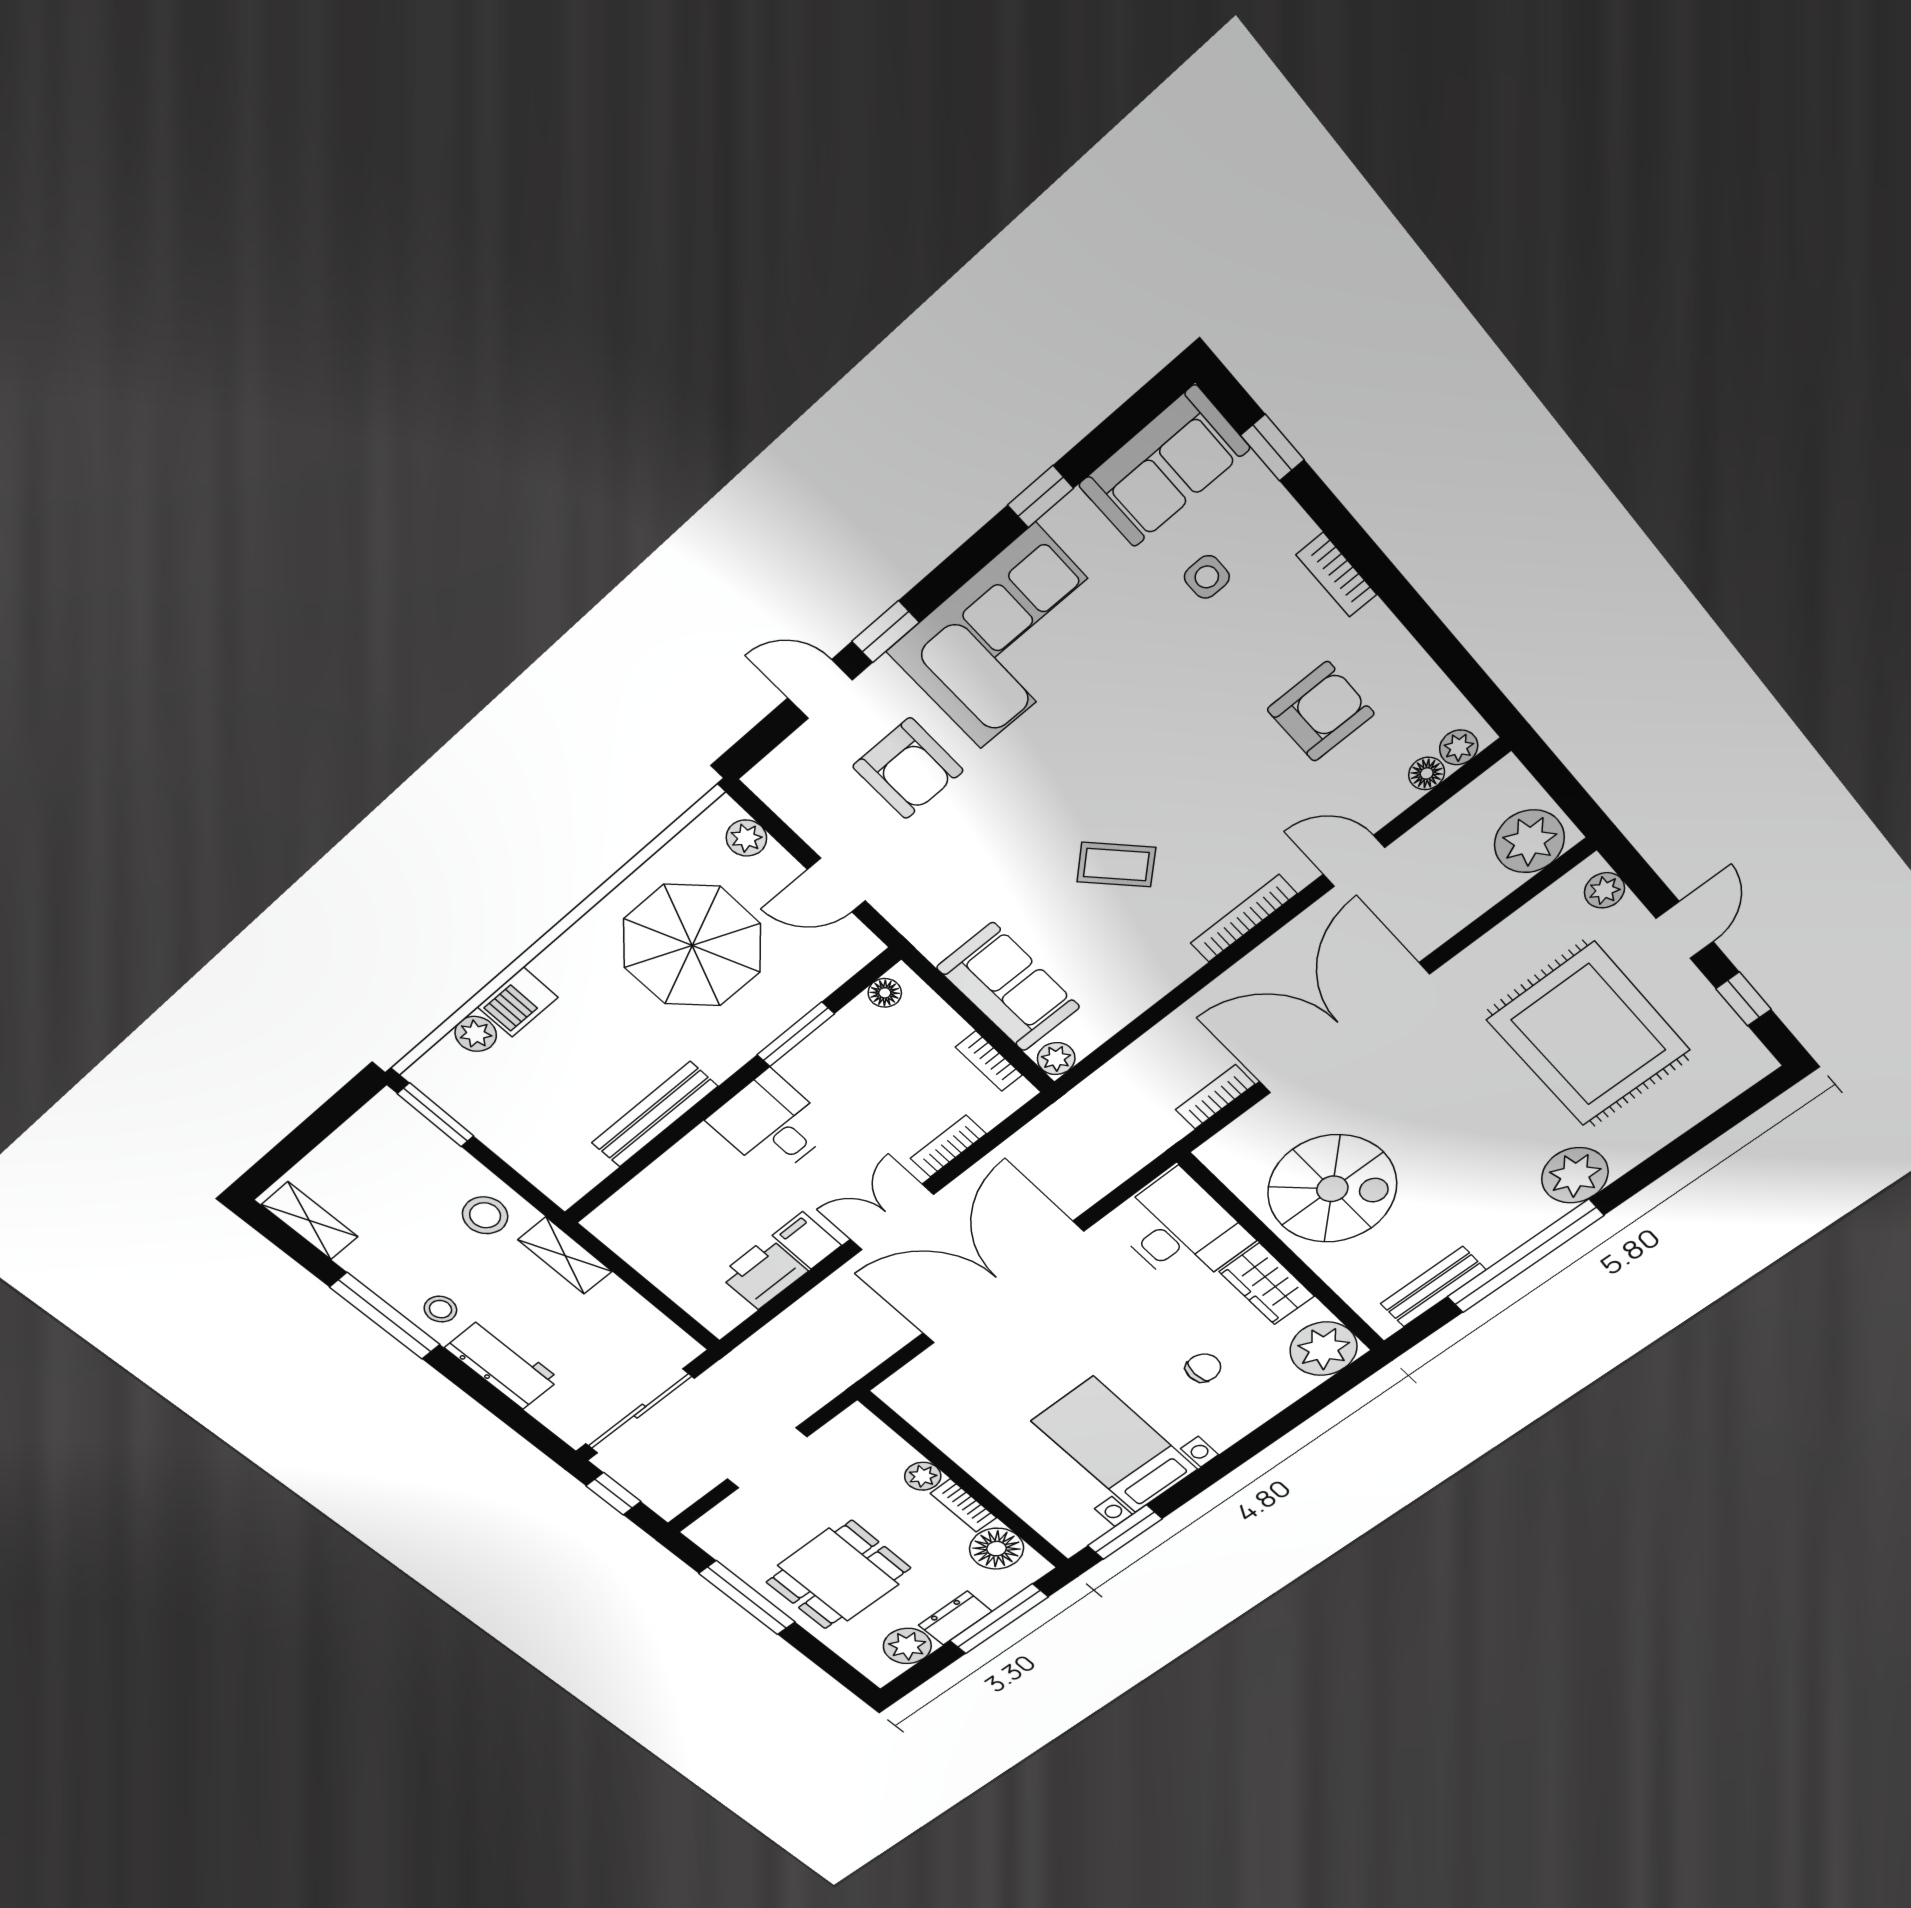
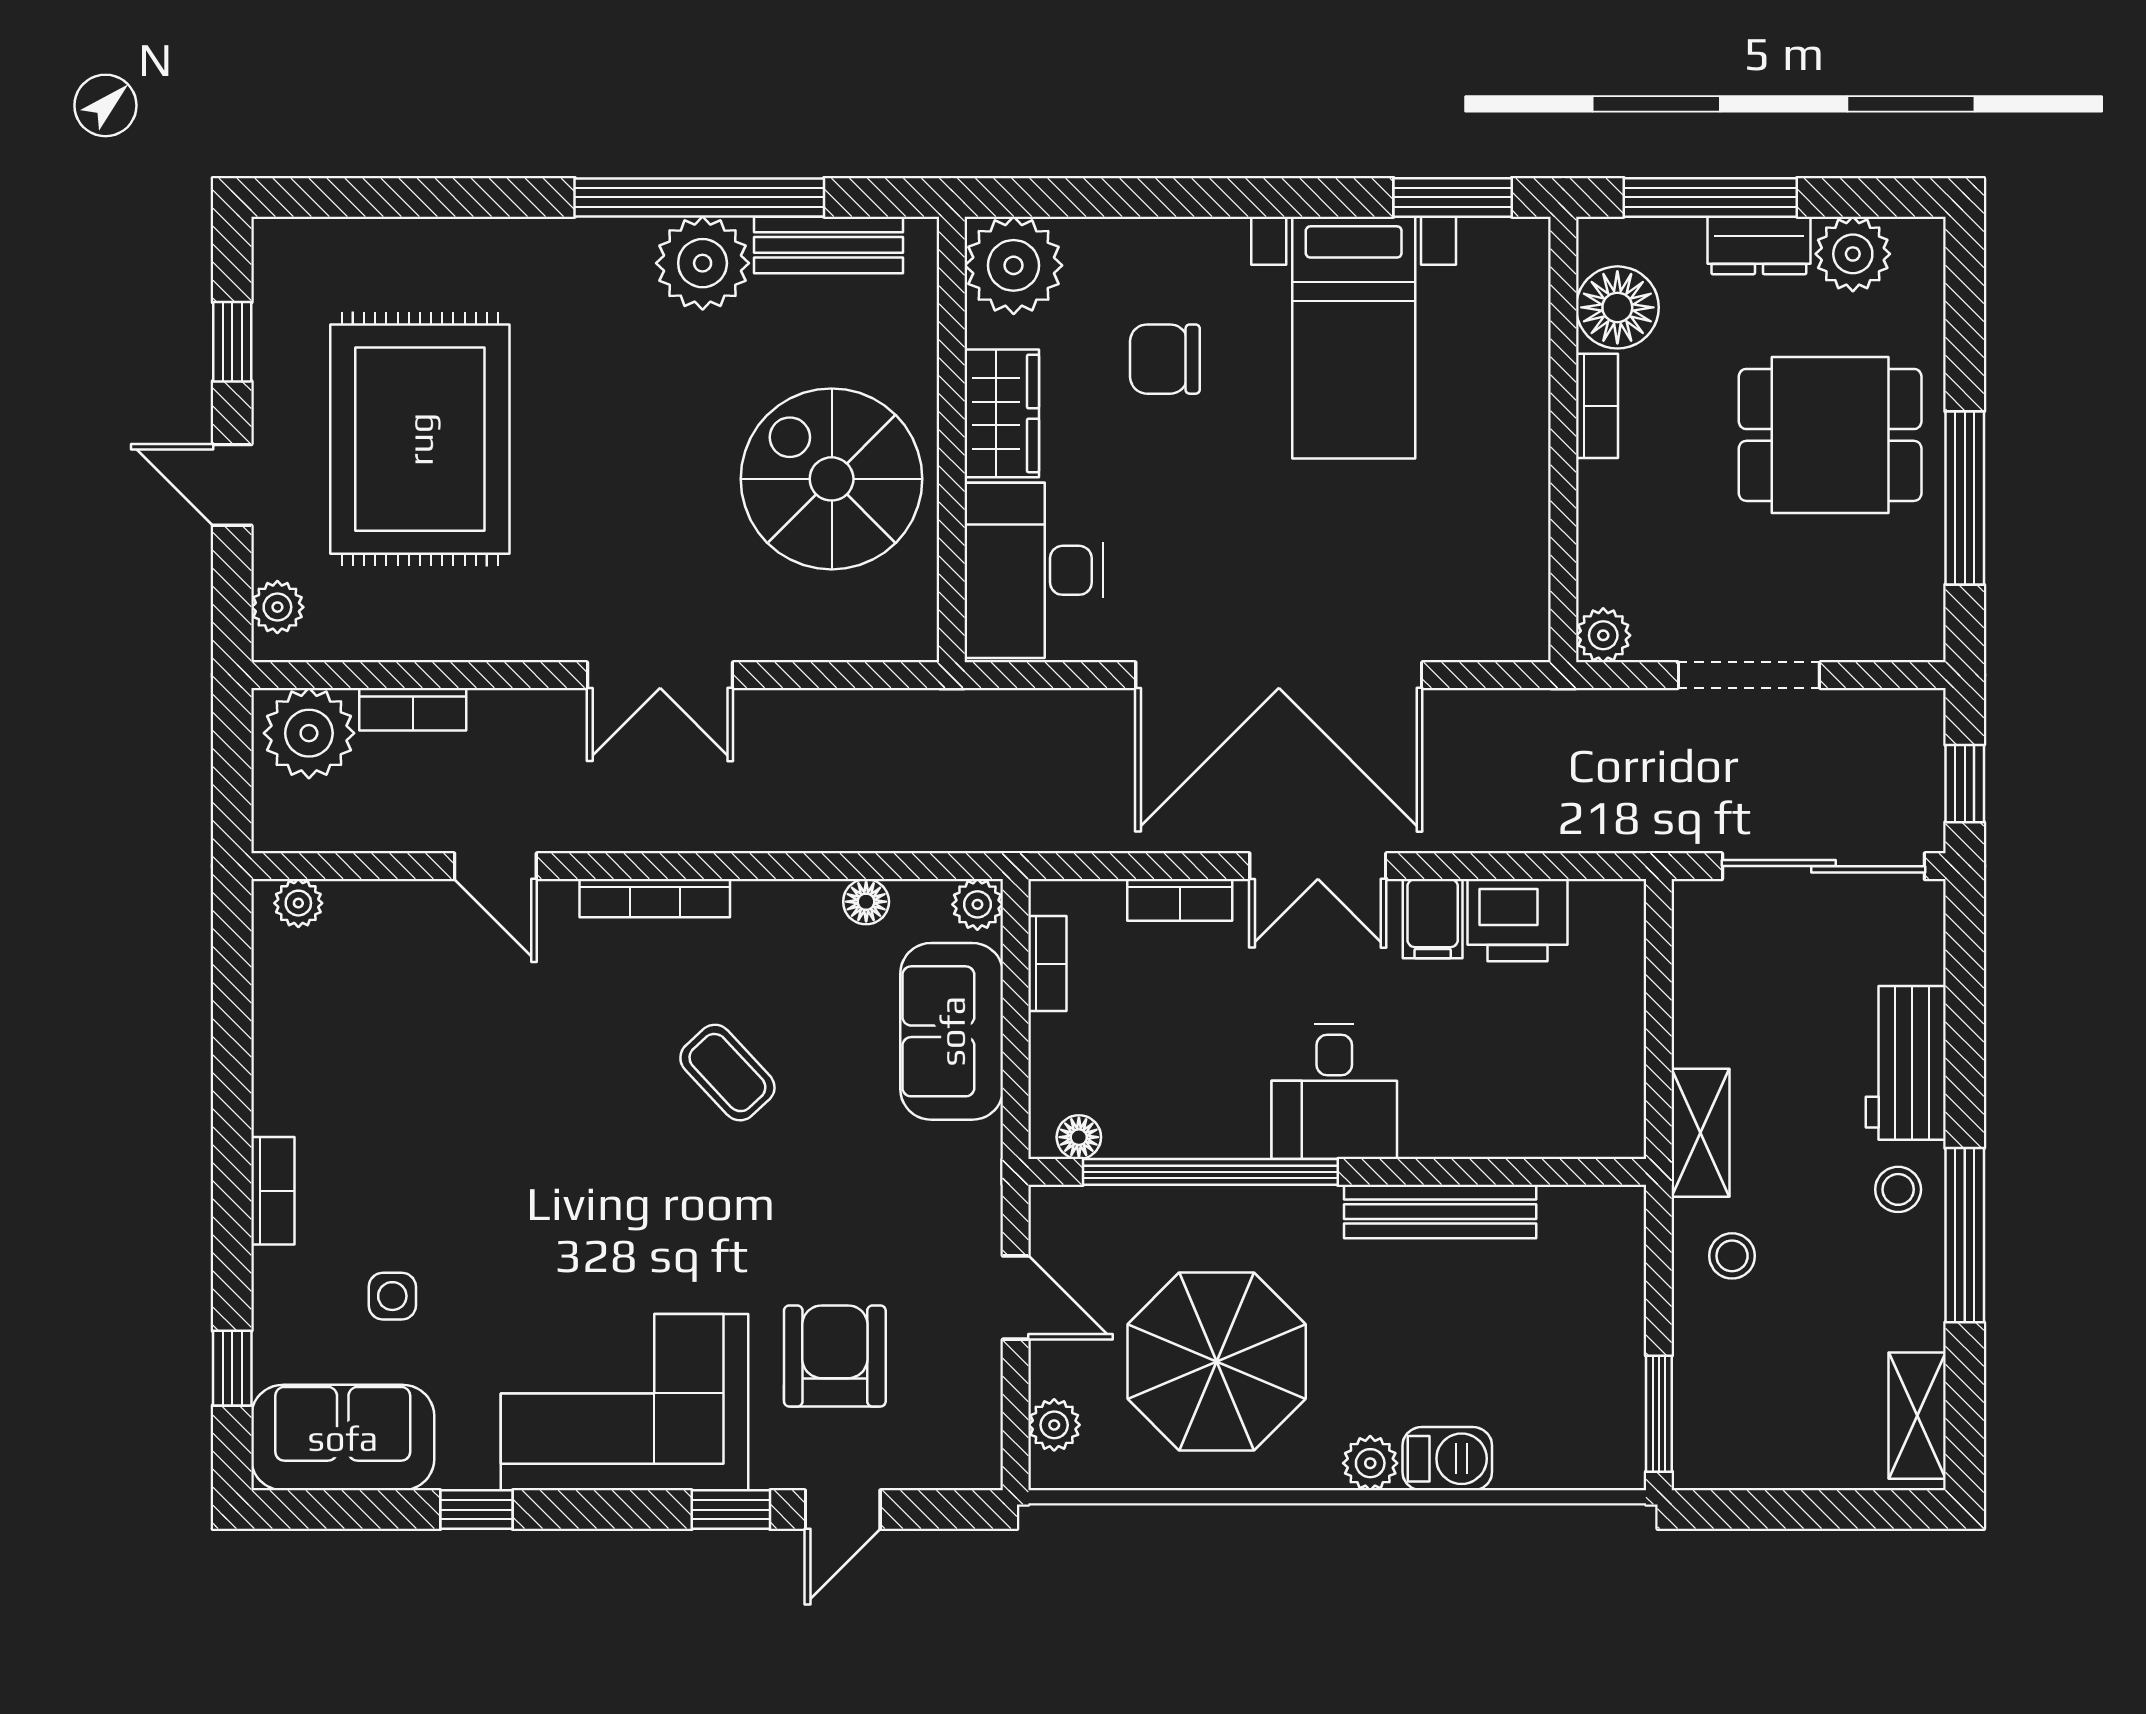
door: (820, 689) -> (843, 1510), hinge flipped
armchair: (1321, 712) -> (398, 1061), removed
floor lamp: (1427, 773) -> (866, 902), moved
door: (1685, 930) -> (232, 485), hinge flipped
double door: (1344, 1028) -> (660, 675), width x0.54
plant: (476, 1034) -> (1370, 1463), moved
window: (796, 1034) -> (1210, 1172), width x2.11
bookcase: (1215, 1097) -> (413, 709), moved
plant: (1575, 1175) -> (703, 263), moved
stool: (485, 1215) -> (1732, 1256), width x0.73, depth x0.73
chair: (1203, 1368) -> (1165, 359), width x1.37, depth x1.37
plant: (923, 1476) -> (1603, 635), moved

